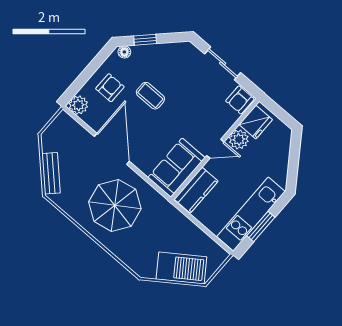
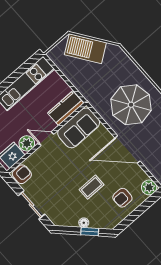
floor lamp: (124, 52) -> (84, 223), moved
coffee table: (150, 96) -> (91, 187), turned 90
door: (112, 149) -> (127, 149), hinge flipped
window: (261, 226) -> (19, 73), removed

